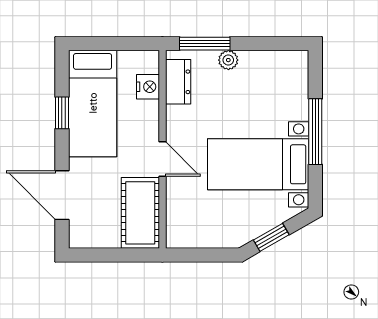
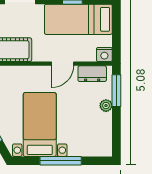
nightstand: (148, 87) -> (104, 54), moved
door: (162, 159) -> (63, 64), moved

